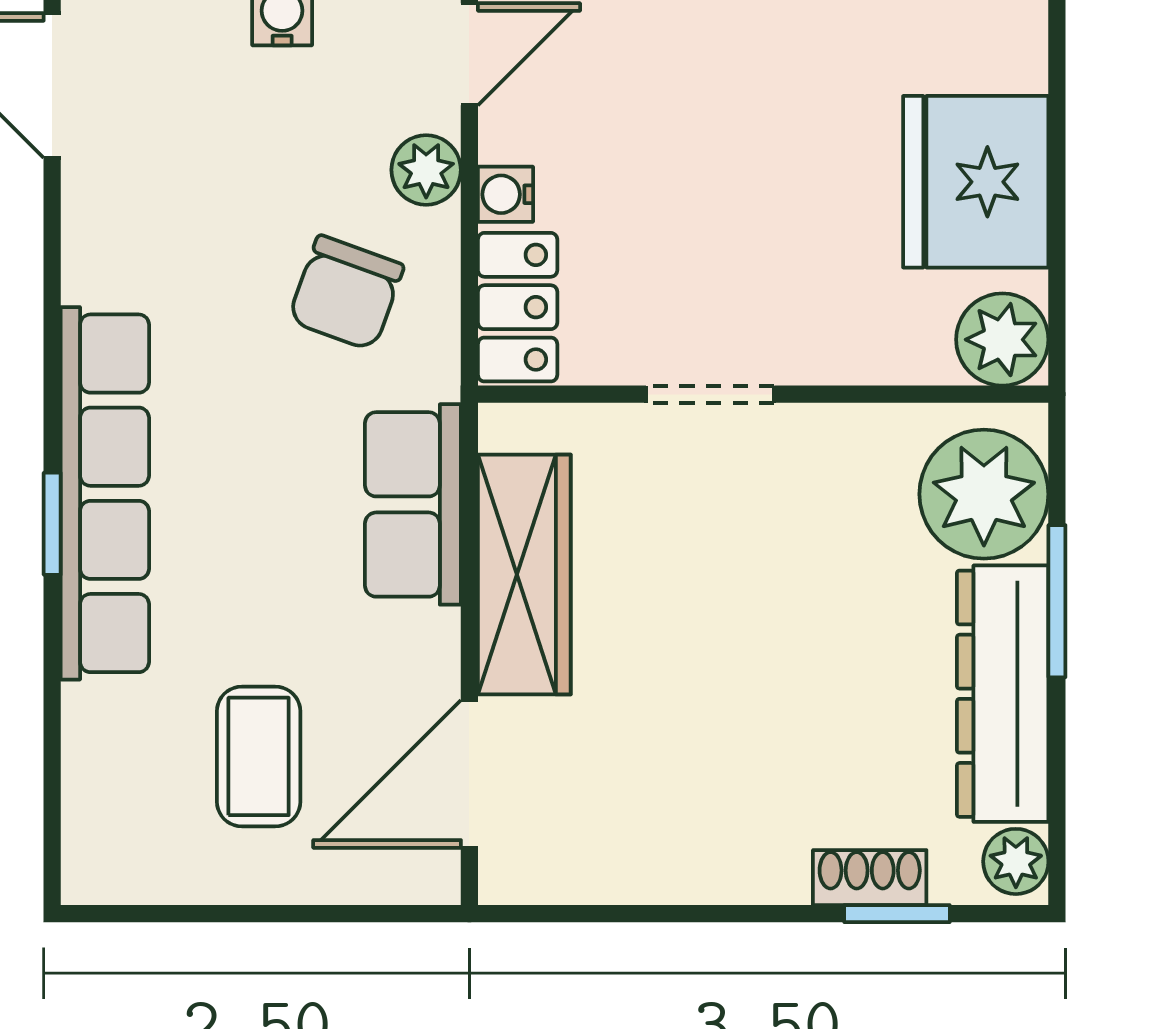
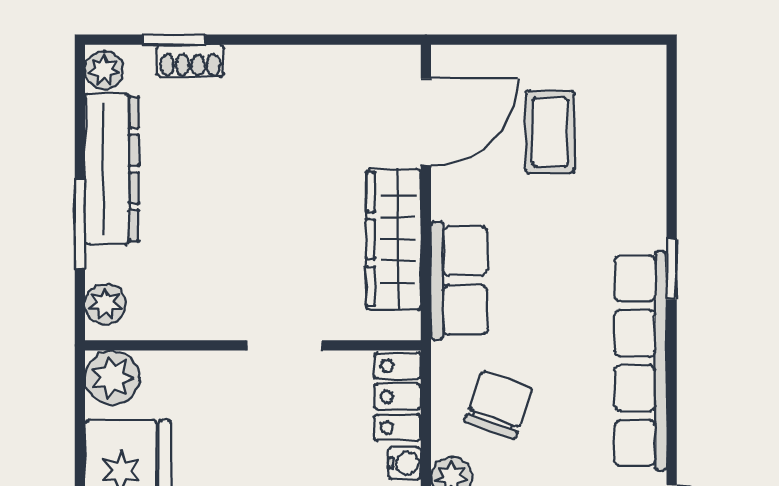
row of seats: (105, 493) -> (641, 361), moved
plant: (984, 494) -> (105, 304), width x0.53, depth x0.53

